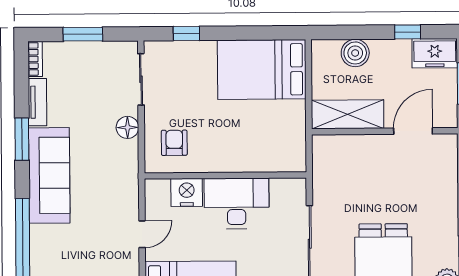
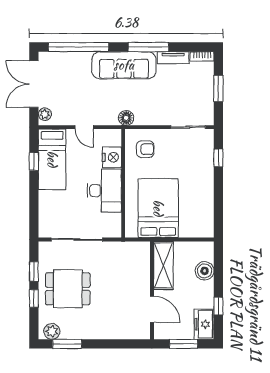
bed: (262, 70) -> (158, 208), moved
floor lamp: (127, 127) -> (126, 118), moved
window: (22, 139) -> (148, 47), width x1.44

